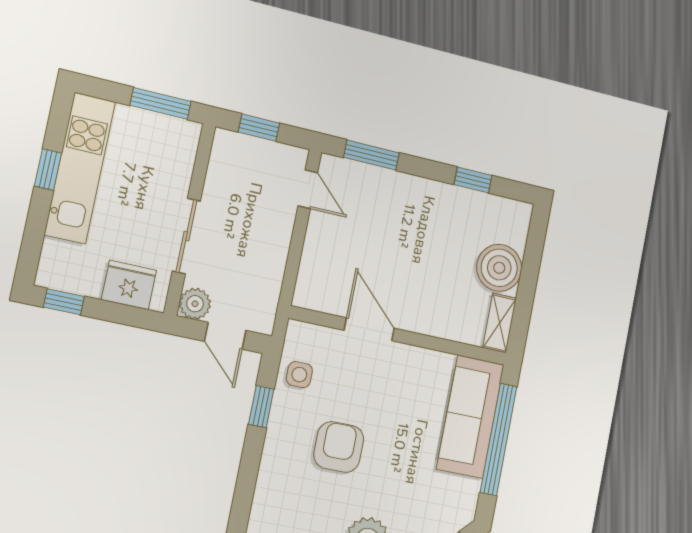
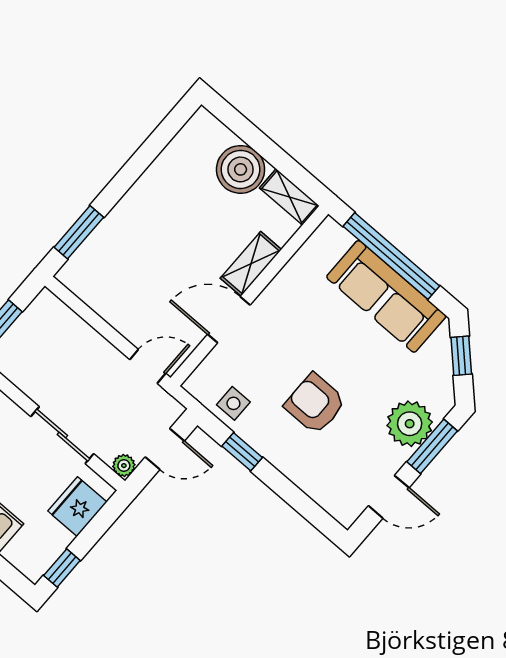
window: (473, 180) -> (150, 150), removed
door: (308, 189) -> (148, 366), moved
plant: (195, 304) -> (124, 466), width x0.73, depth x0.73
shelving: (427, 321) -> (251, 264), added
sofa: (470, 417) -> (386, 296), moved

